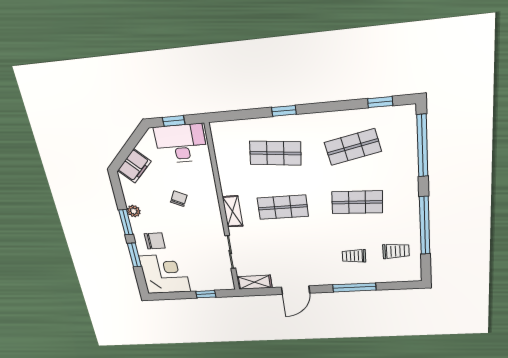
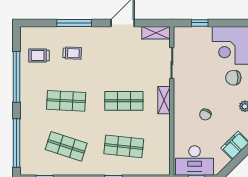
shop shelf: (353, 147) -> (66, 146), turned 30

